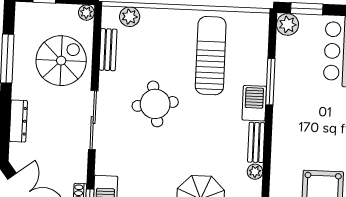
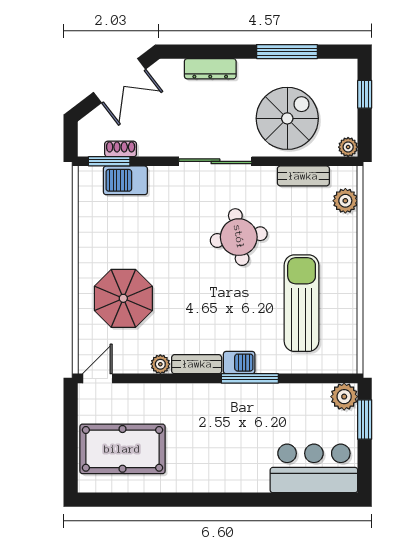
sun lounger: (211, 56) -> (302, 303), turned -90
spiral stairs: (61, 61) -> (287, 118), turned -90
window: (270, 82) -> (250, 378), moved
barbecue: (254, 103) -> (239, 363), width x0.73, depth x0.79

